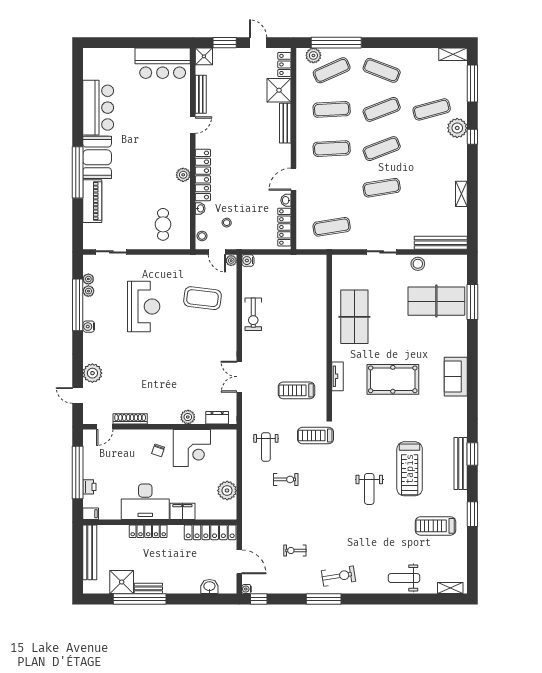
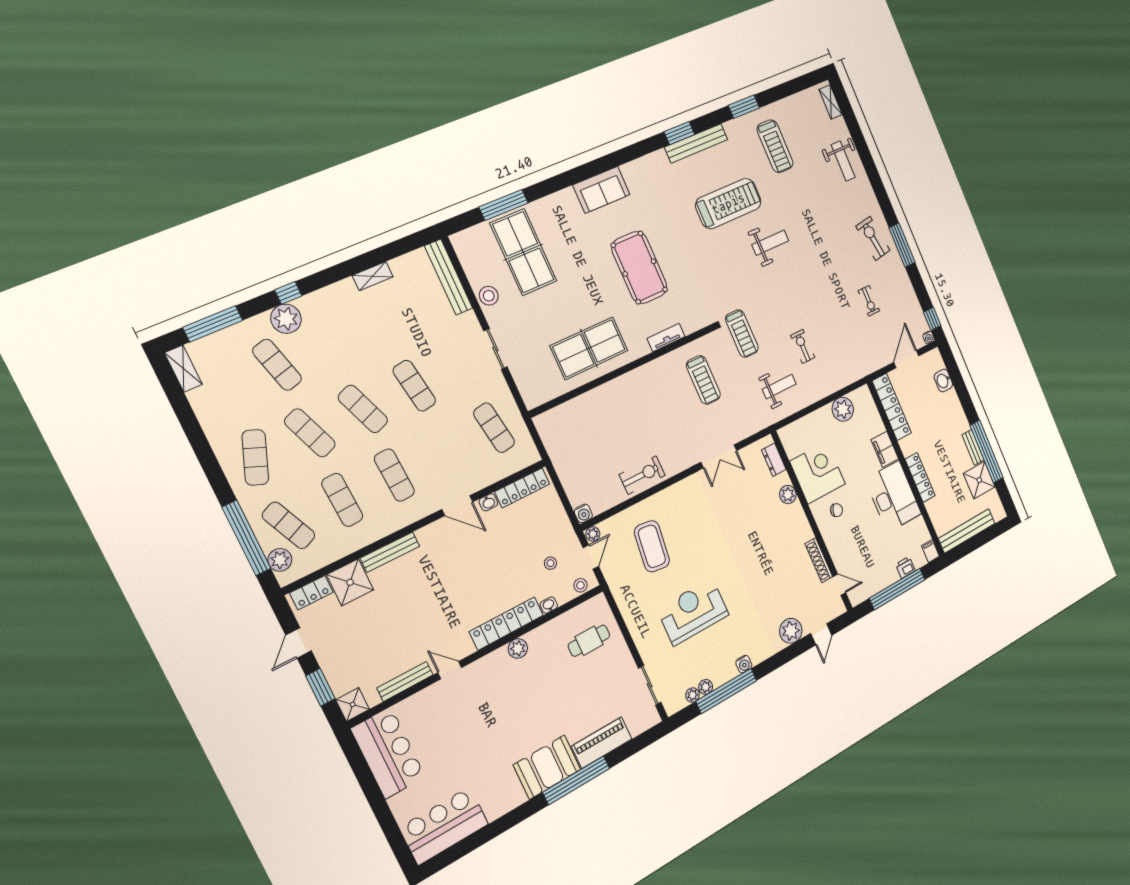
bar counter: (98, 108) -> (444, 826), moved

